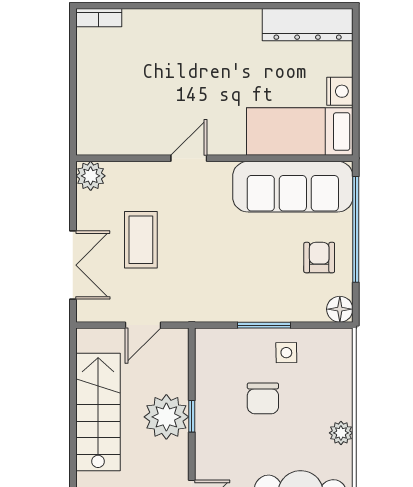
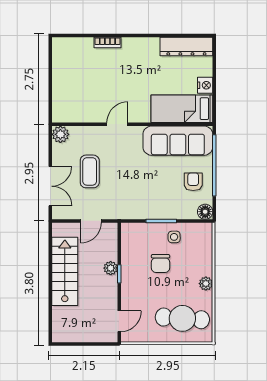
bookcase: (99, 18) -> (107, 43), moved
plant: (166, 417) -> (111, 268), width x0.53, depth x0.53

